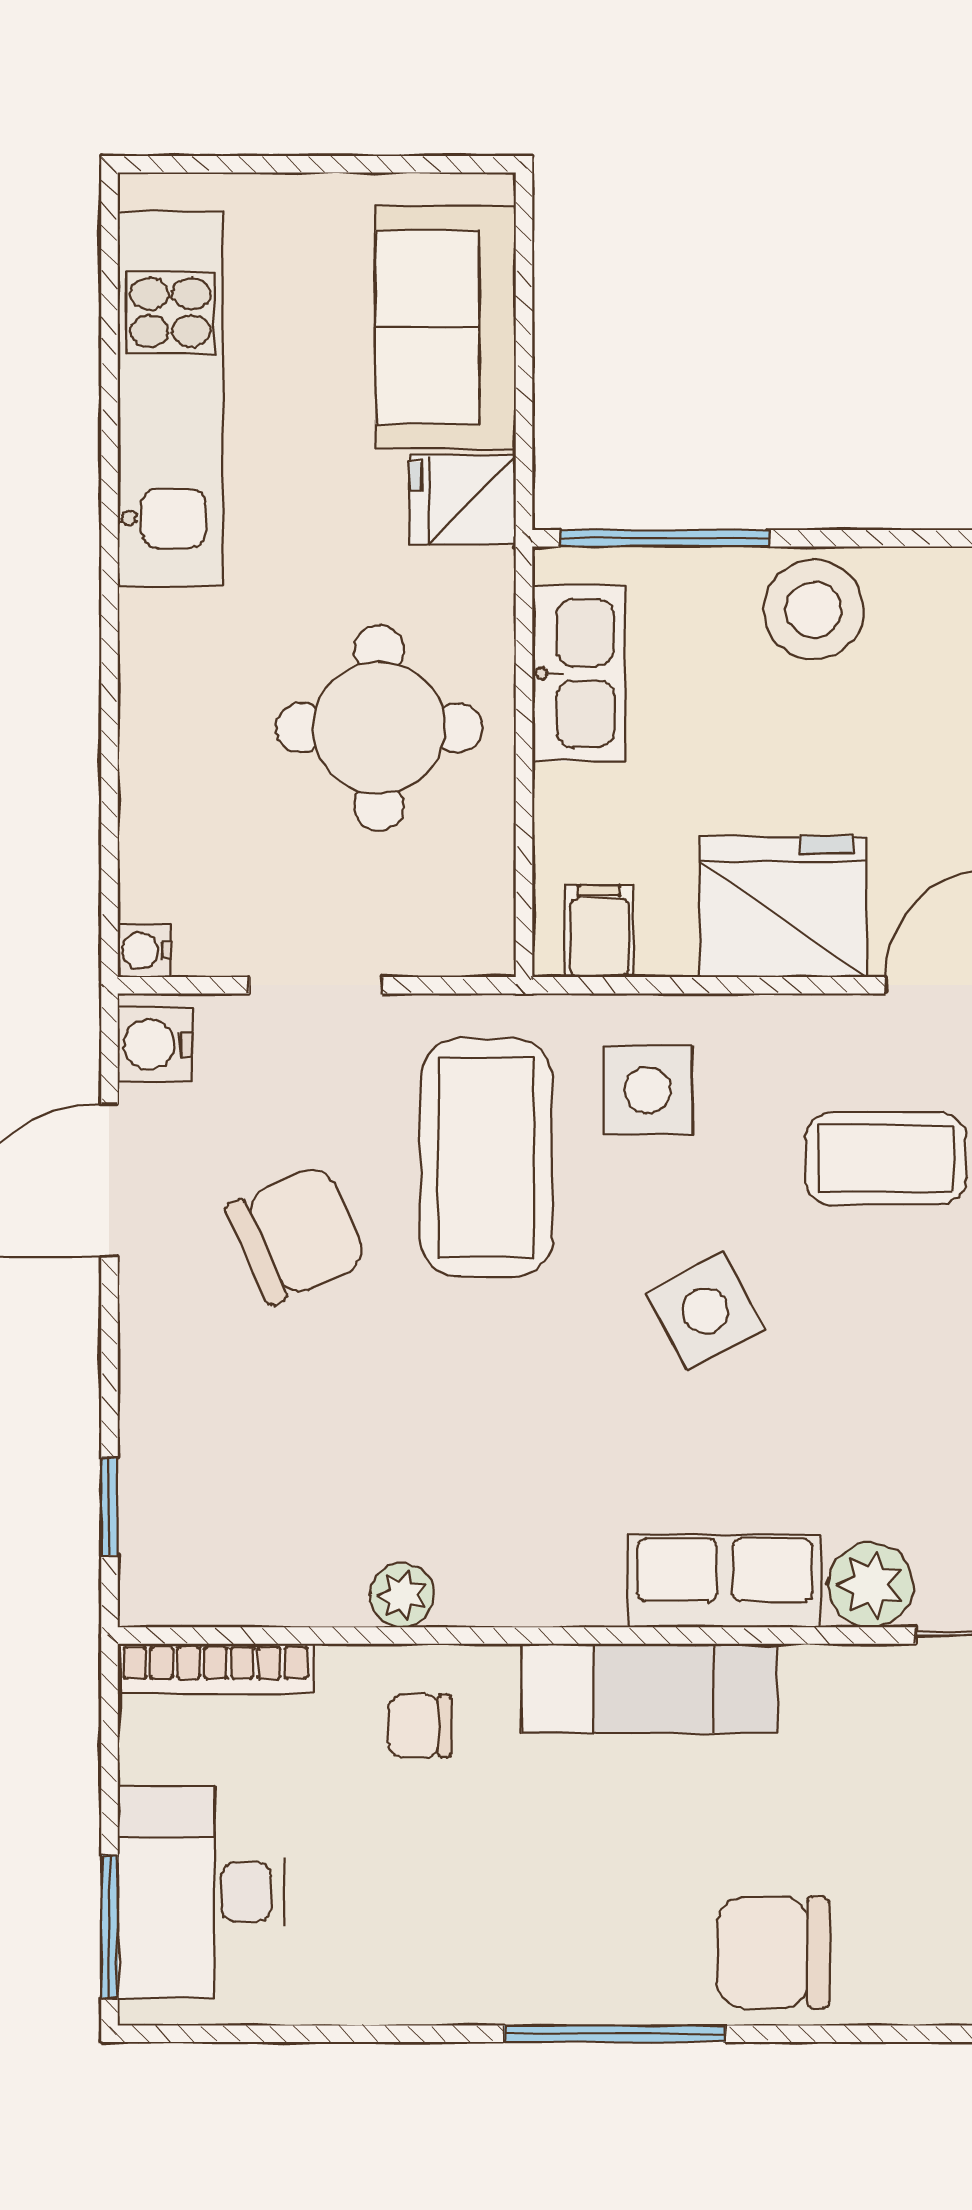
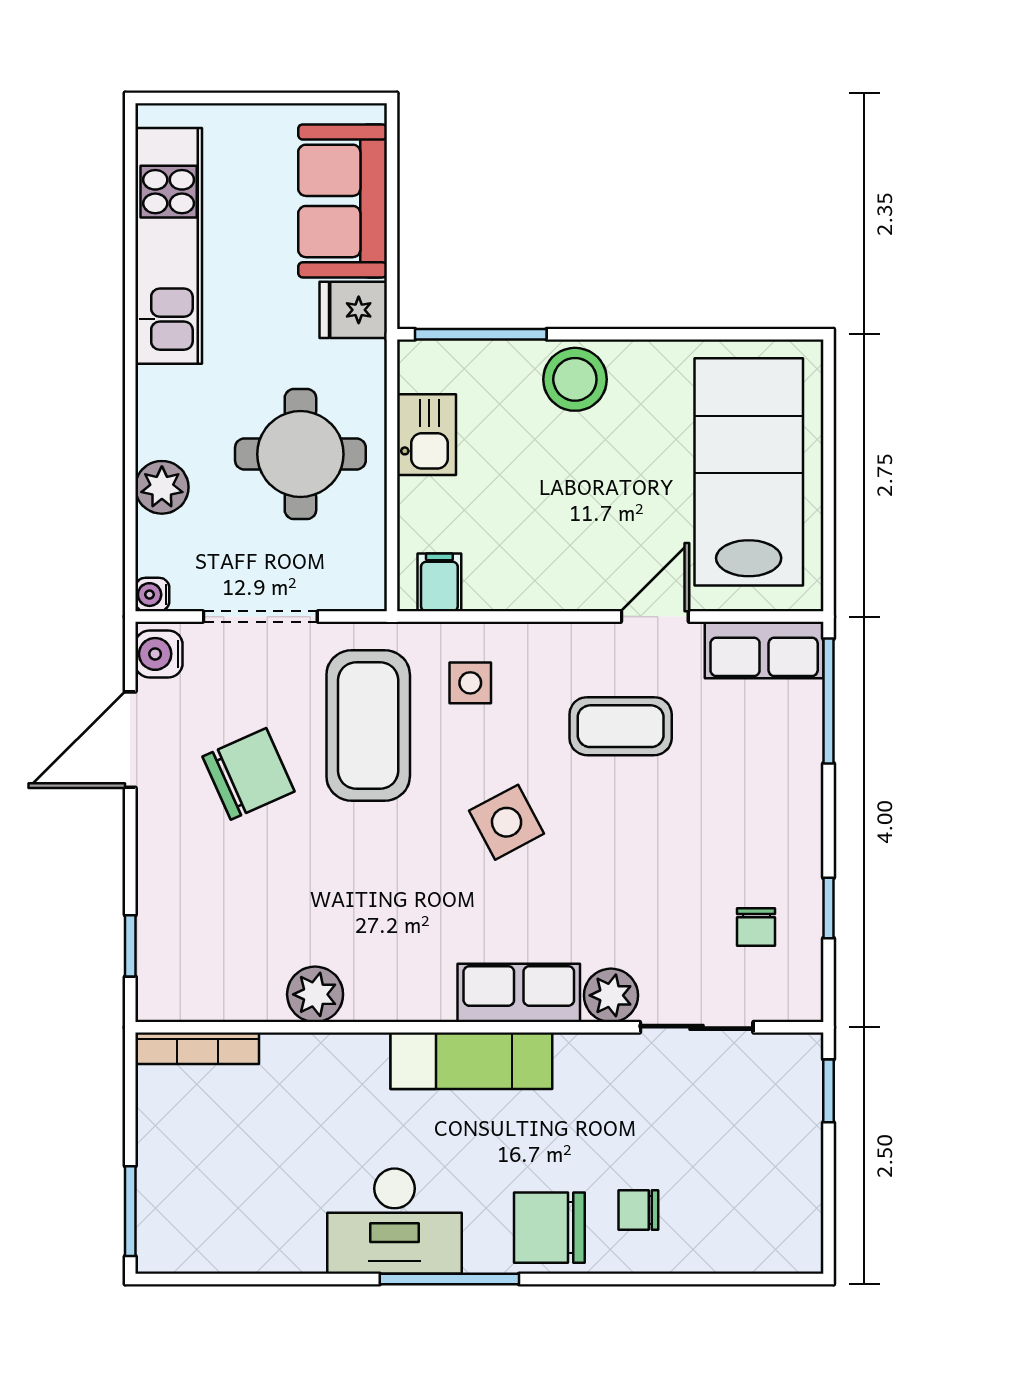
kitchen sink: (579, 673) -> (427, 435), width x0.73
plant: (160, 781) -> (162, 487), added
fridge: (783, 907) -> (556, 567), removed
doorway: (316, 985) -> (260, 617), width x1.38
side table: (648, 1090) -> (470, 683), width x0.73, depth x0.73
plant: (402, 1595) -> (315, 994), width x1.38, depth x1.38
chair: (420, 1726) -> (638, 1210), moved
desk: (201, 1892) -> (395, 1221), moved, turned -90

